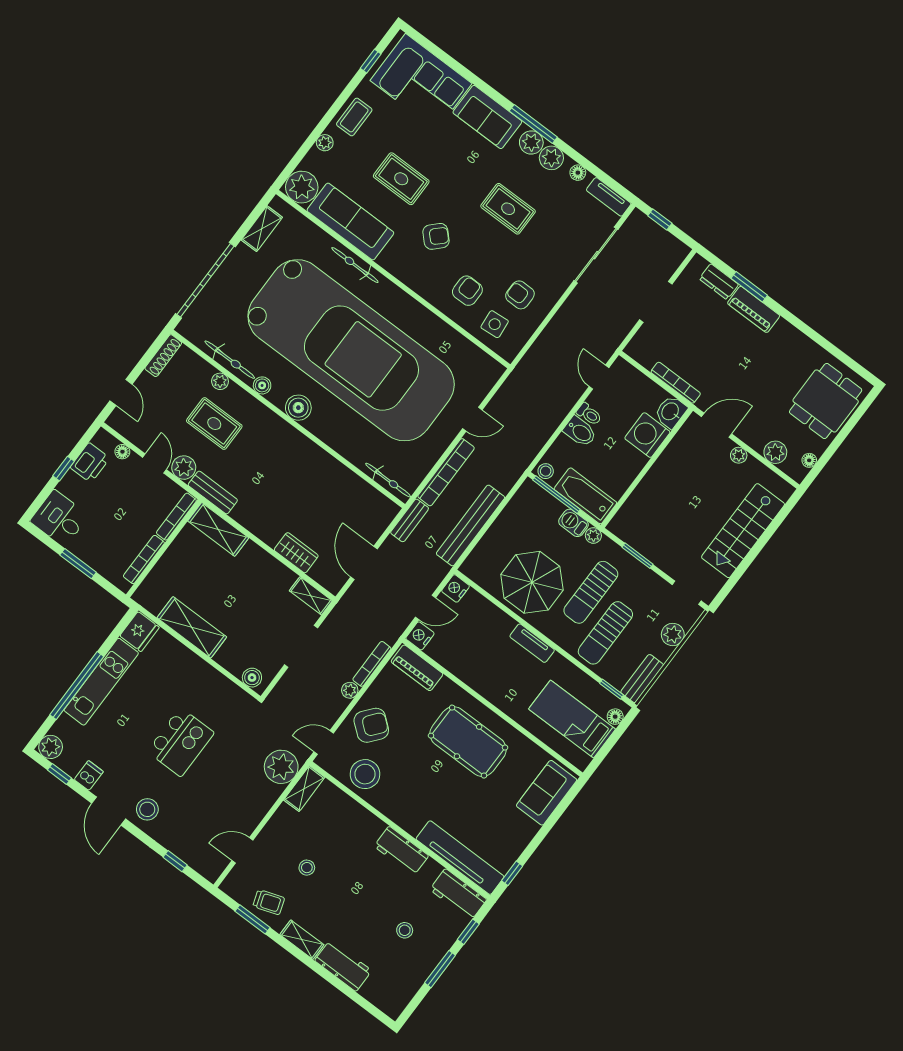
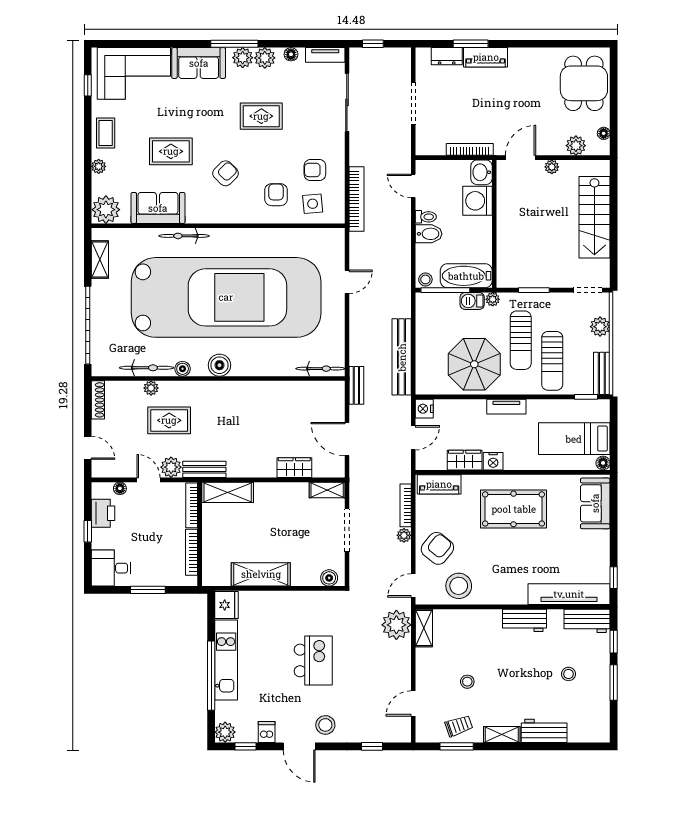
sofa: (350, 222) -> (158, 208), width x0.73
bookcase: (446, 472) -> (357, 199), moved
nightstand: (420, 636) -> (493, 461), moved, turned -90
wardrobe: (457, 663) -> (465, 460), added
floor lamp: (615, 717) -> (603, 463), moved

